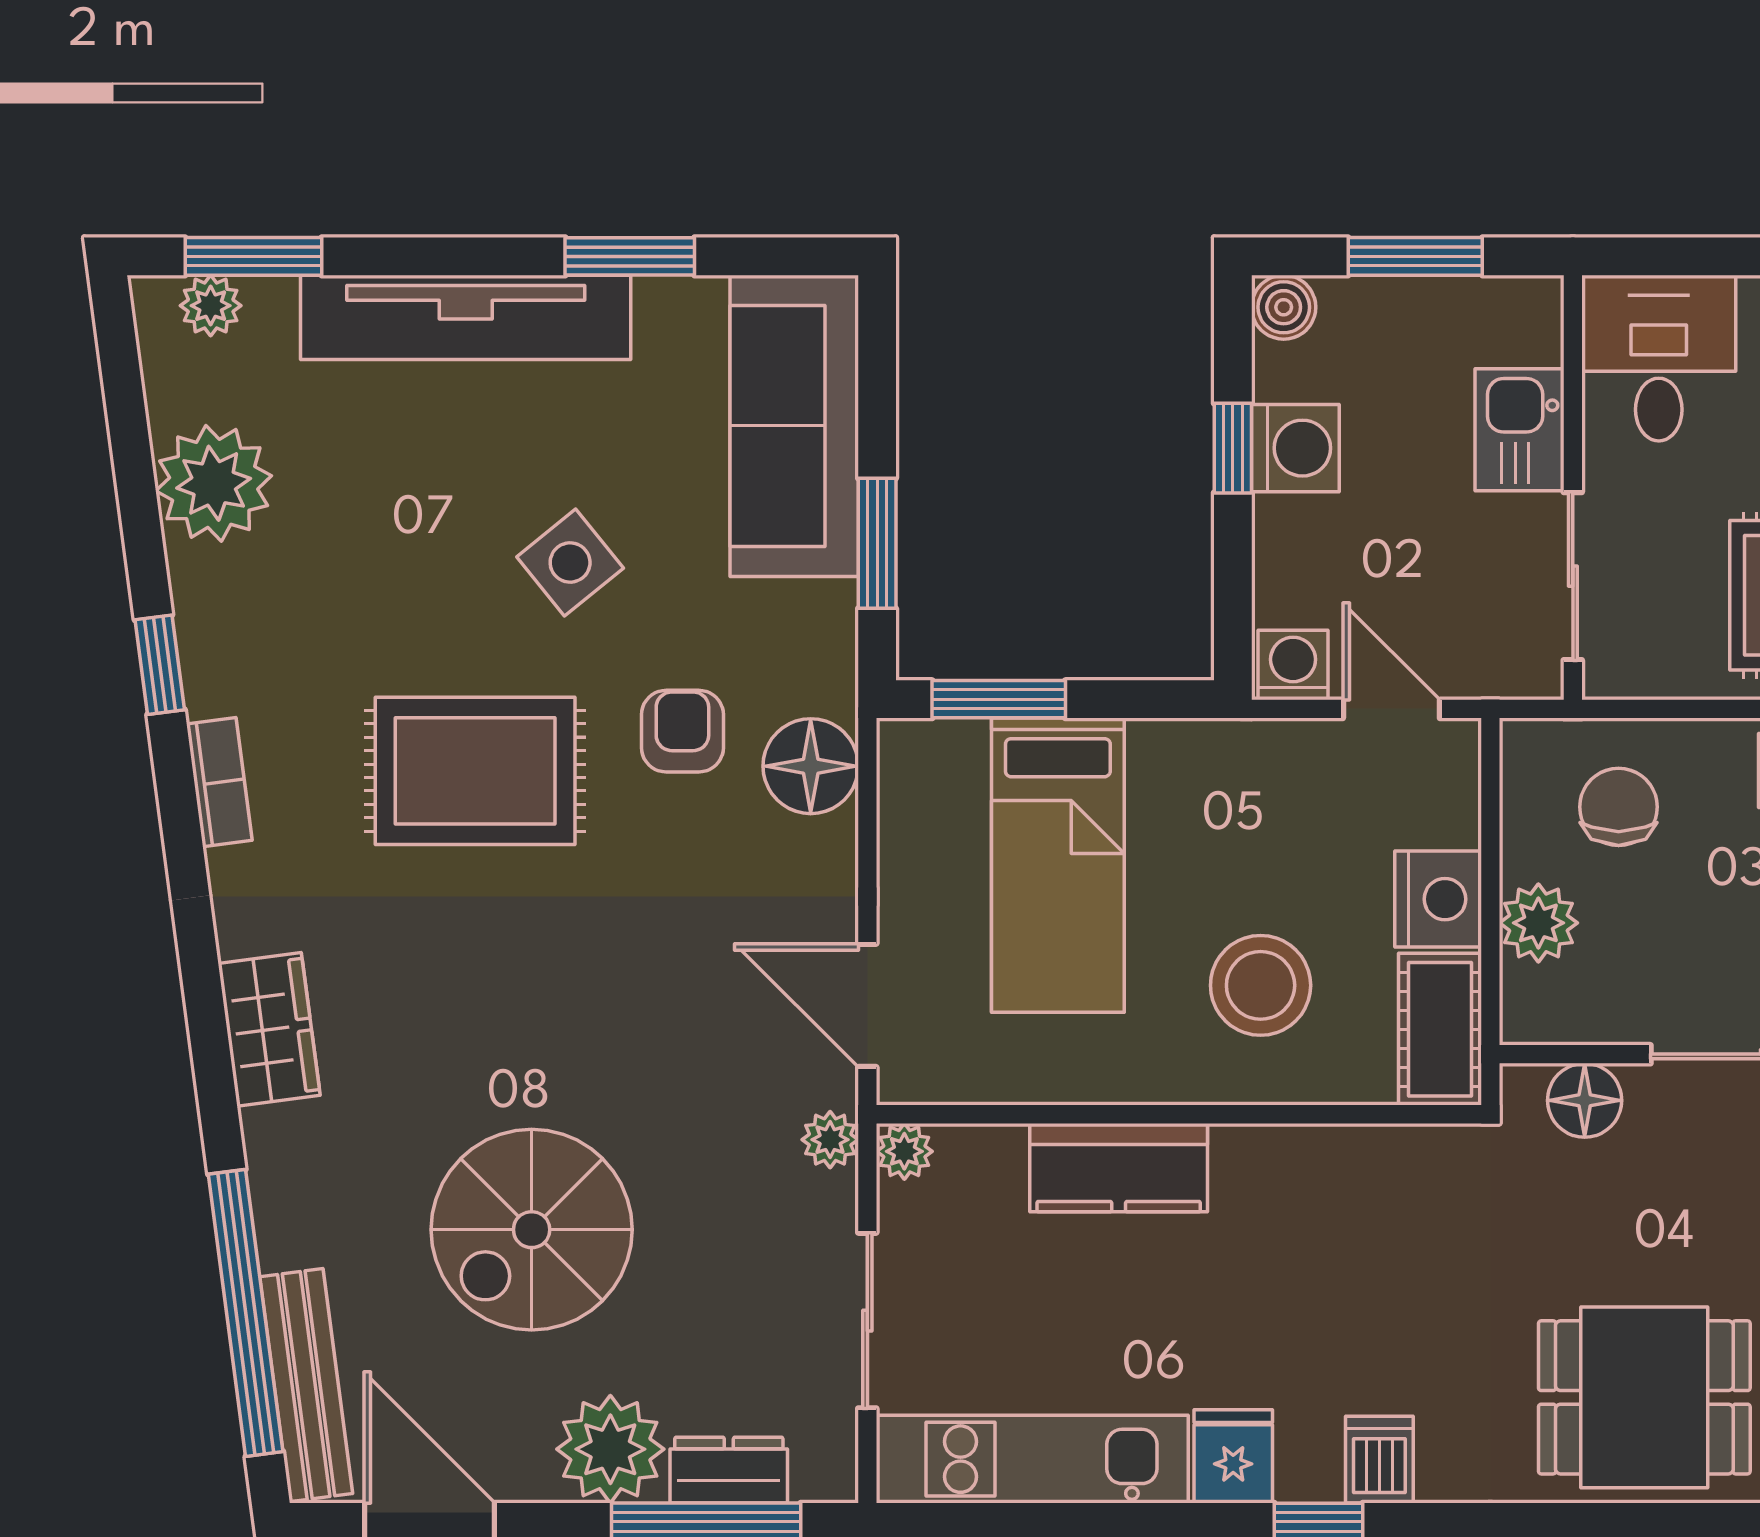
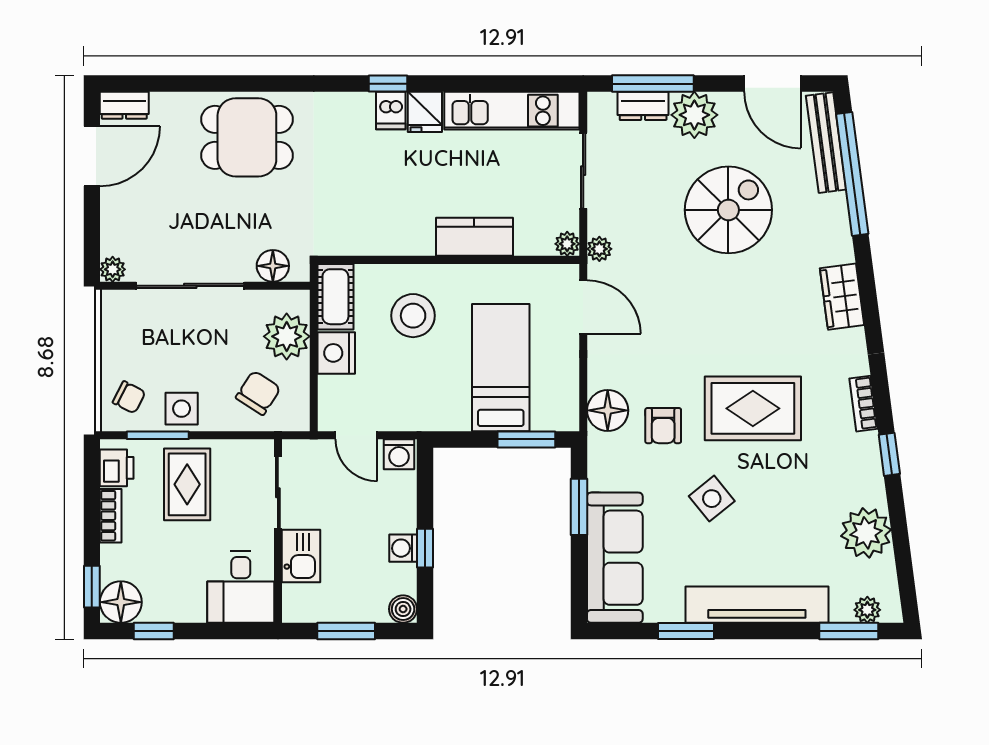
washing machine: (1295, 448) -> (403, 548), width x0.73, depth x0.73
chair: (1619, 807) -> (258, 393), turned -147
plant: (1538, 923) -> (287, 336), width x1.36, depth x1.36
dishwasher: (1379, 1460) -> (391, 110), moved

